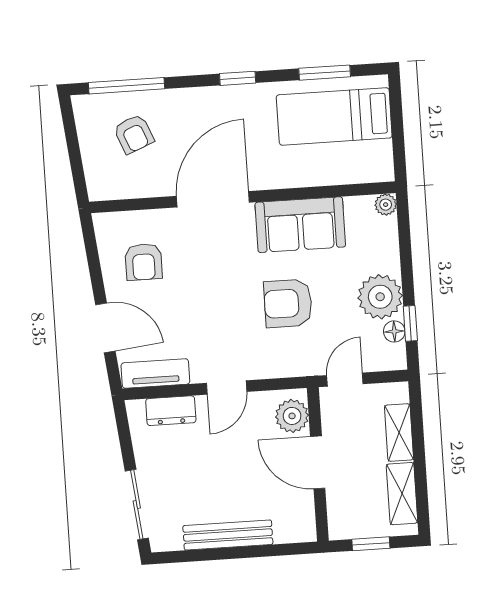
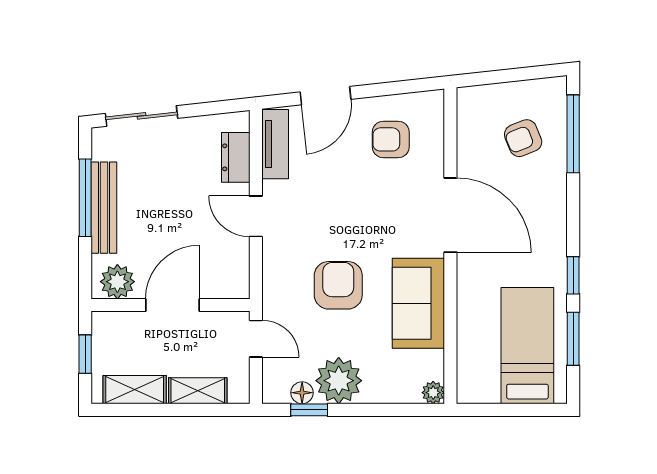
window: (238, 78) -> (573, 275), moved
plant: (292, 416) -> (117, 282), moved
window: (219, 554) -> (85, 198), added

